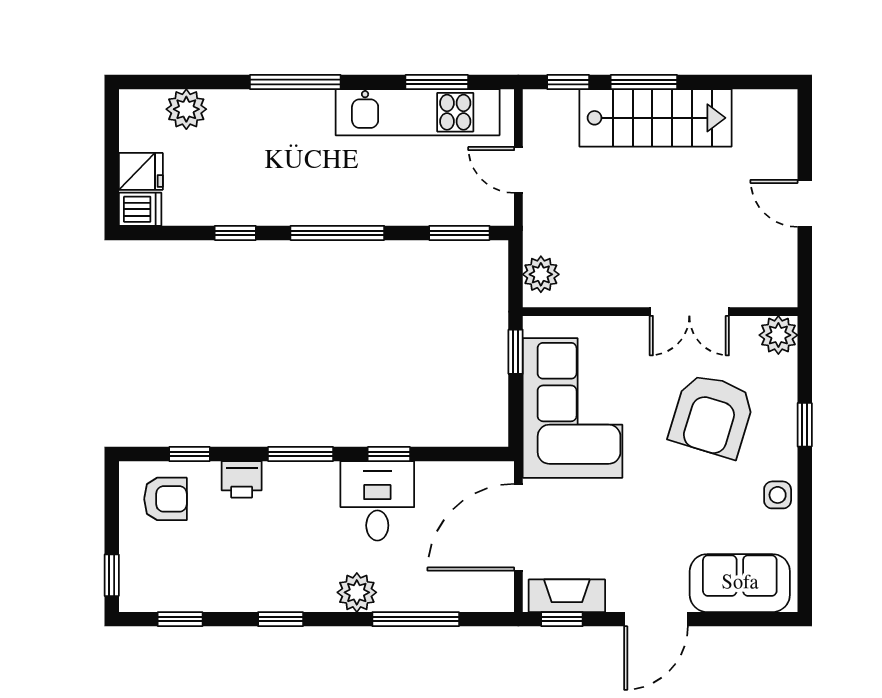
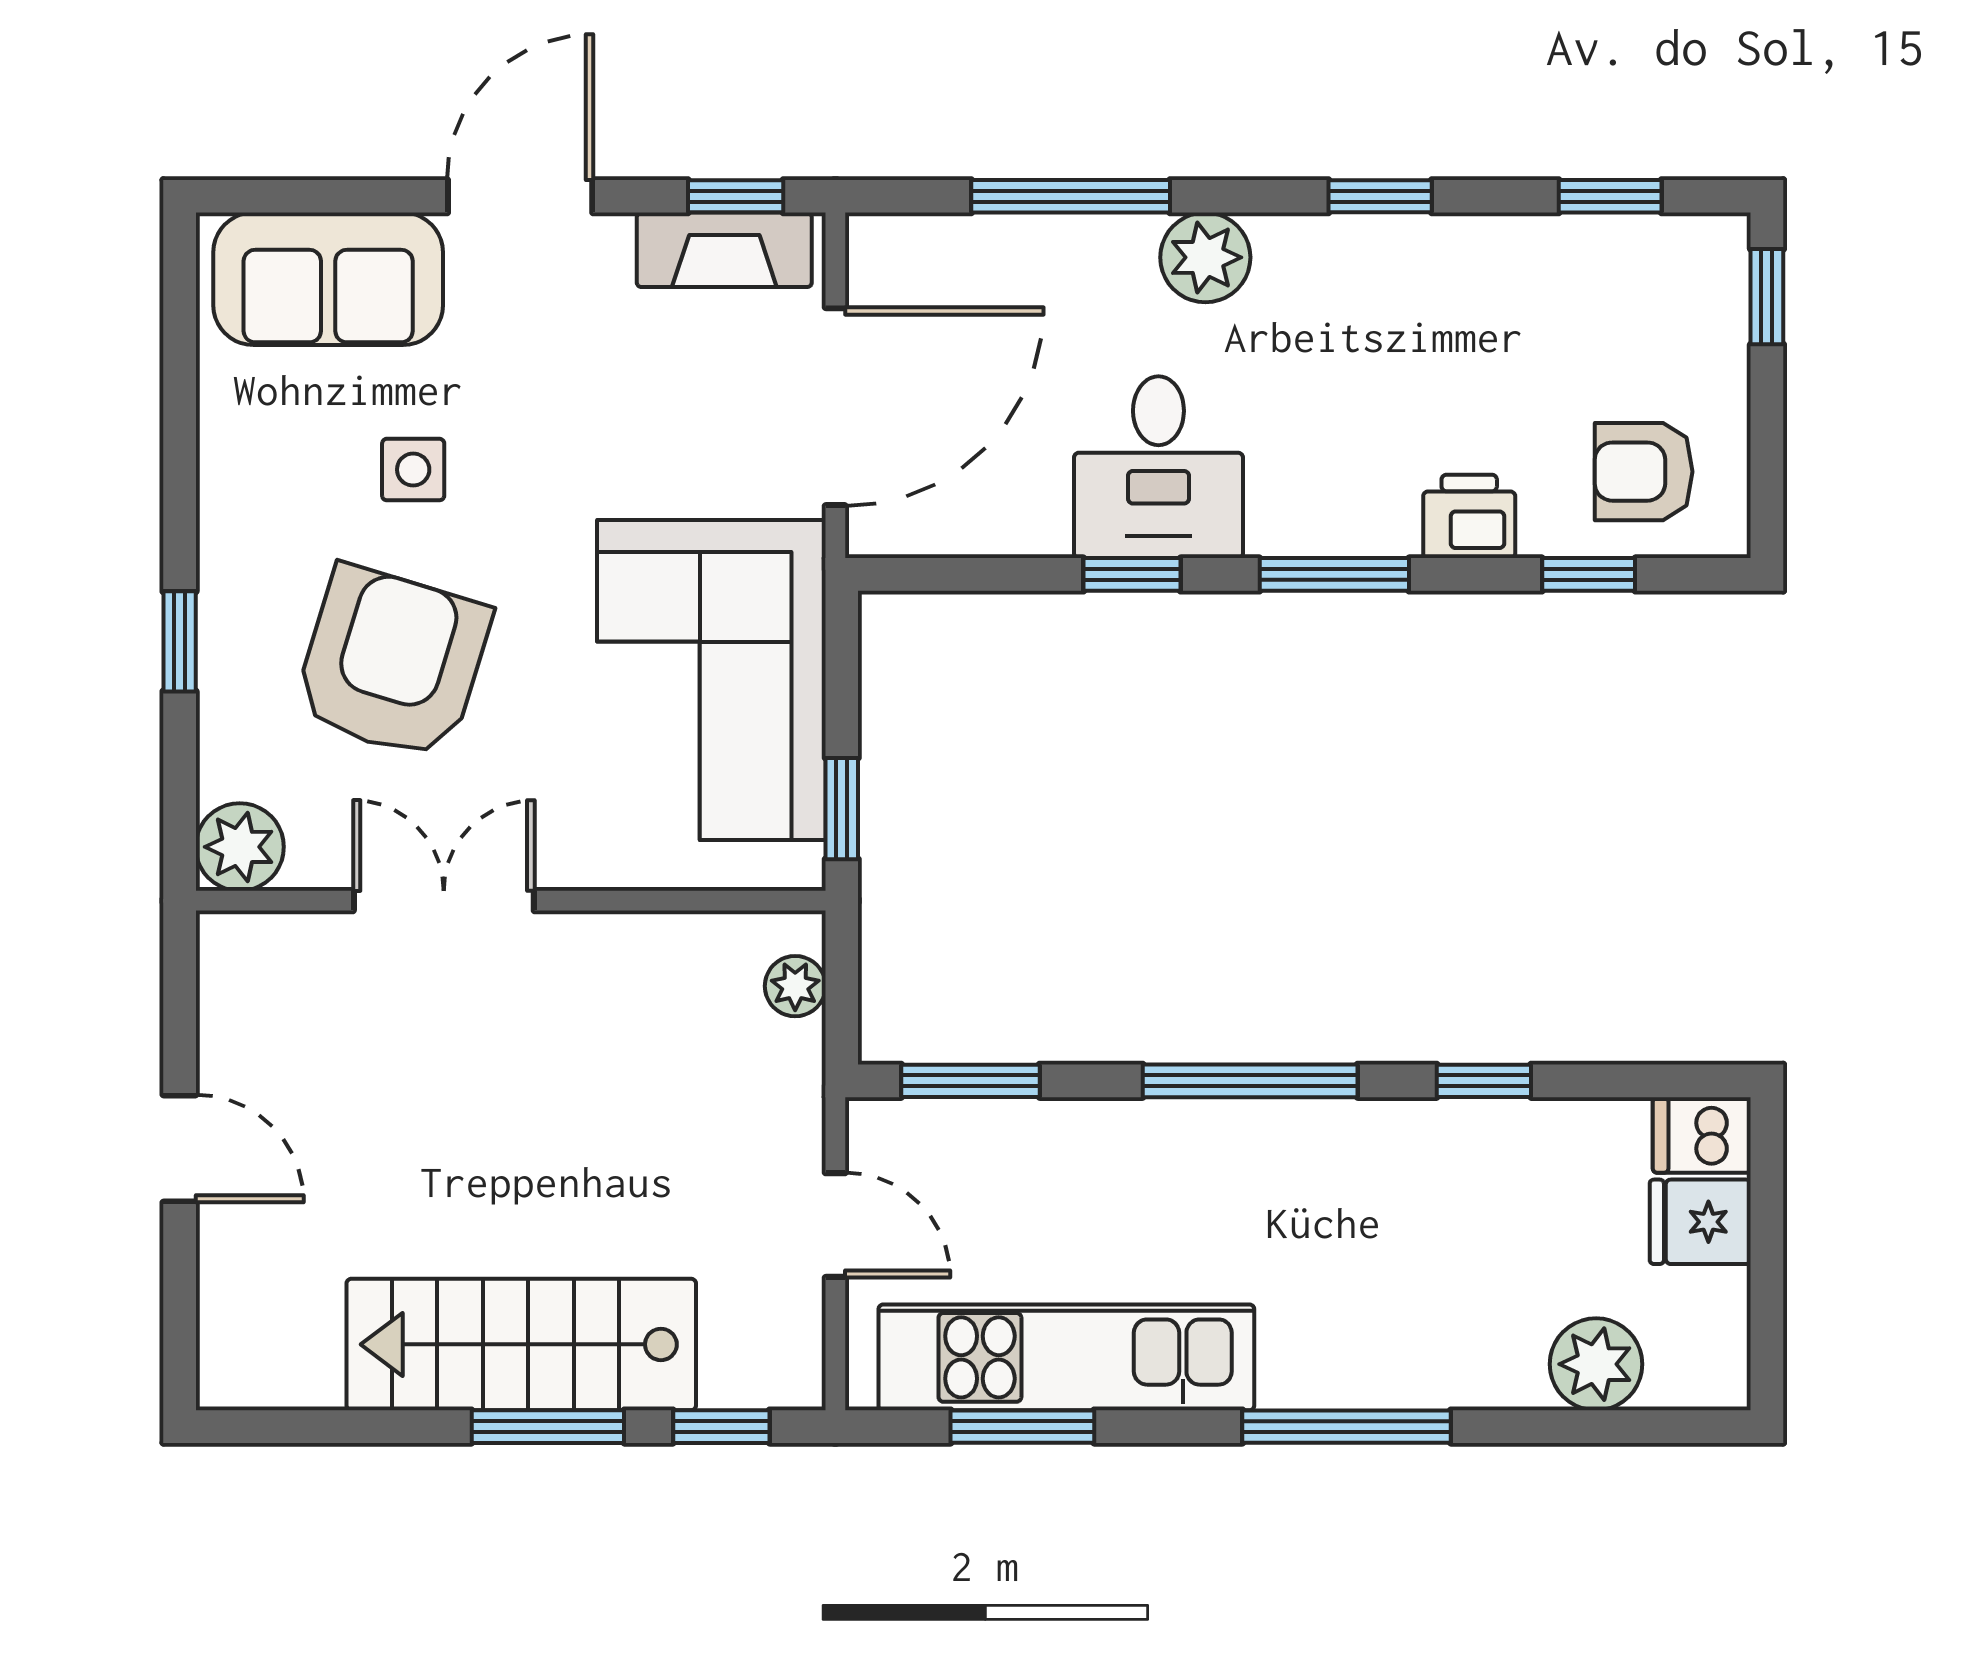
plant: (541, 274) -> (795, 986), width x0.73, depth x0.73
side table: (778, 495) -> (413, 470), moved

